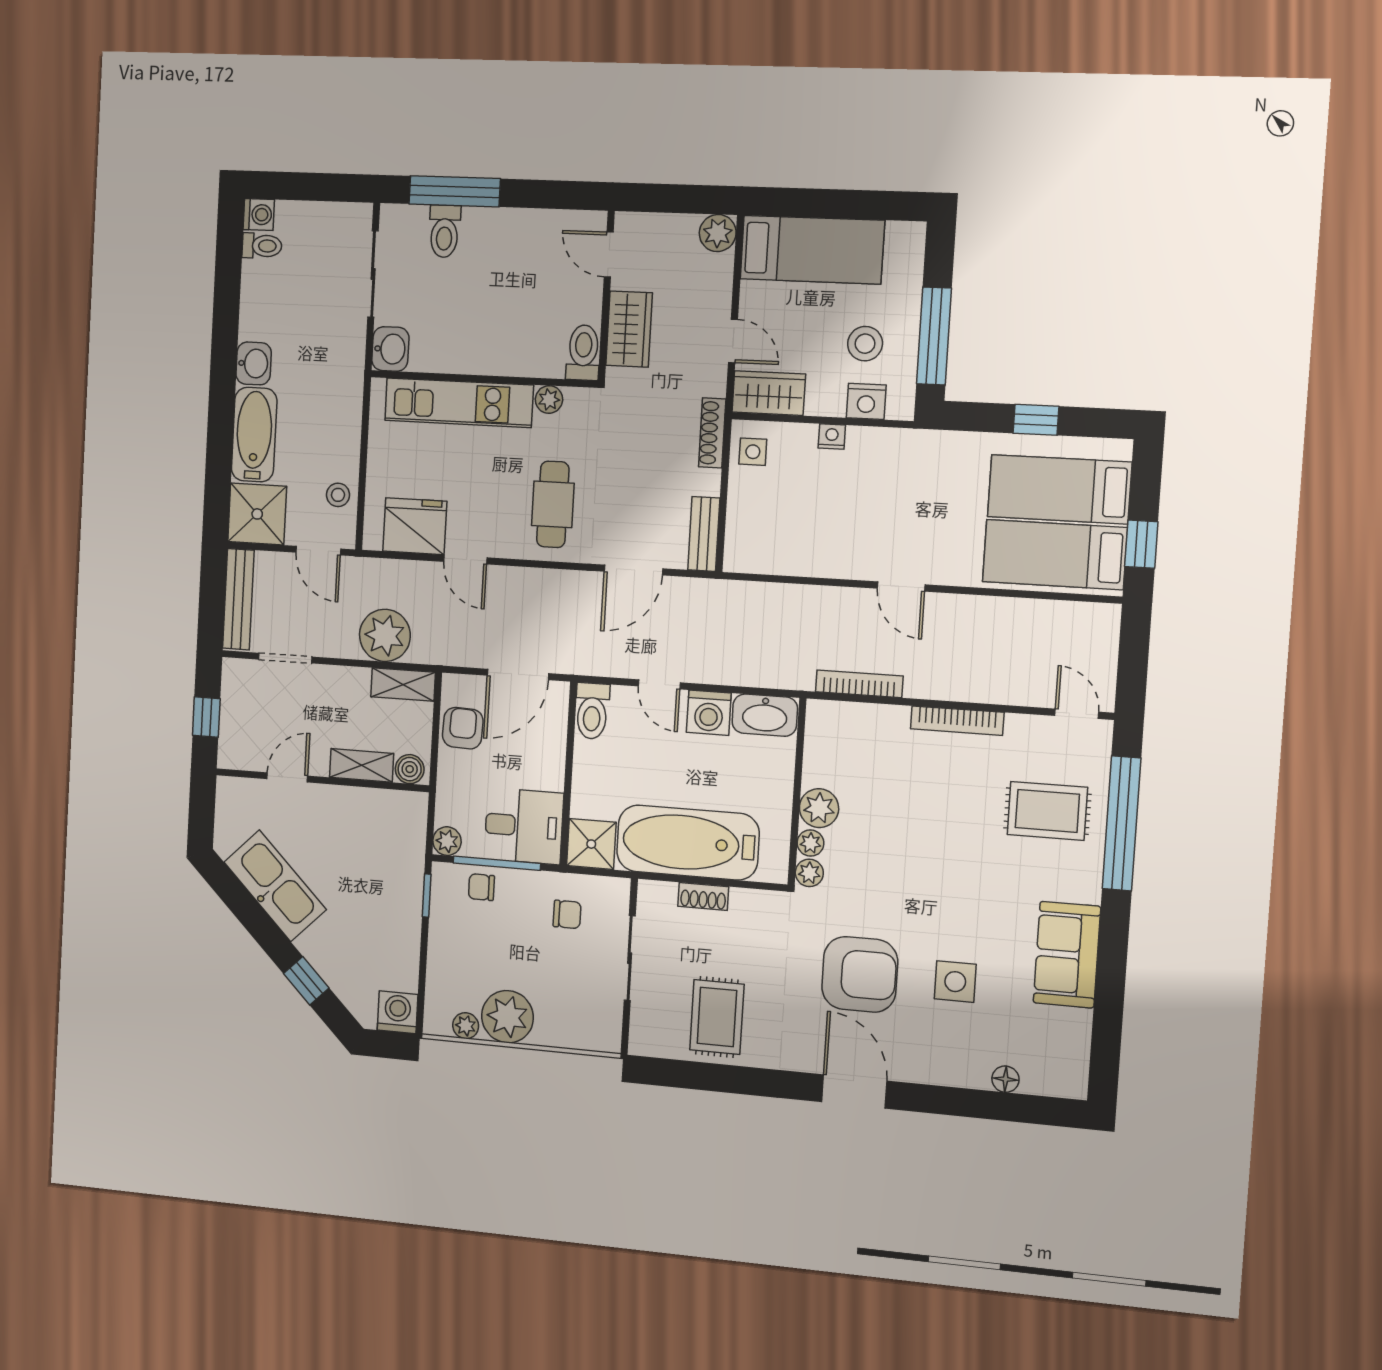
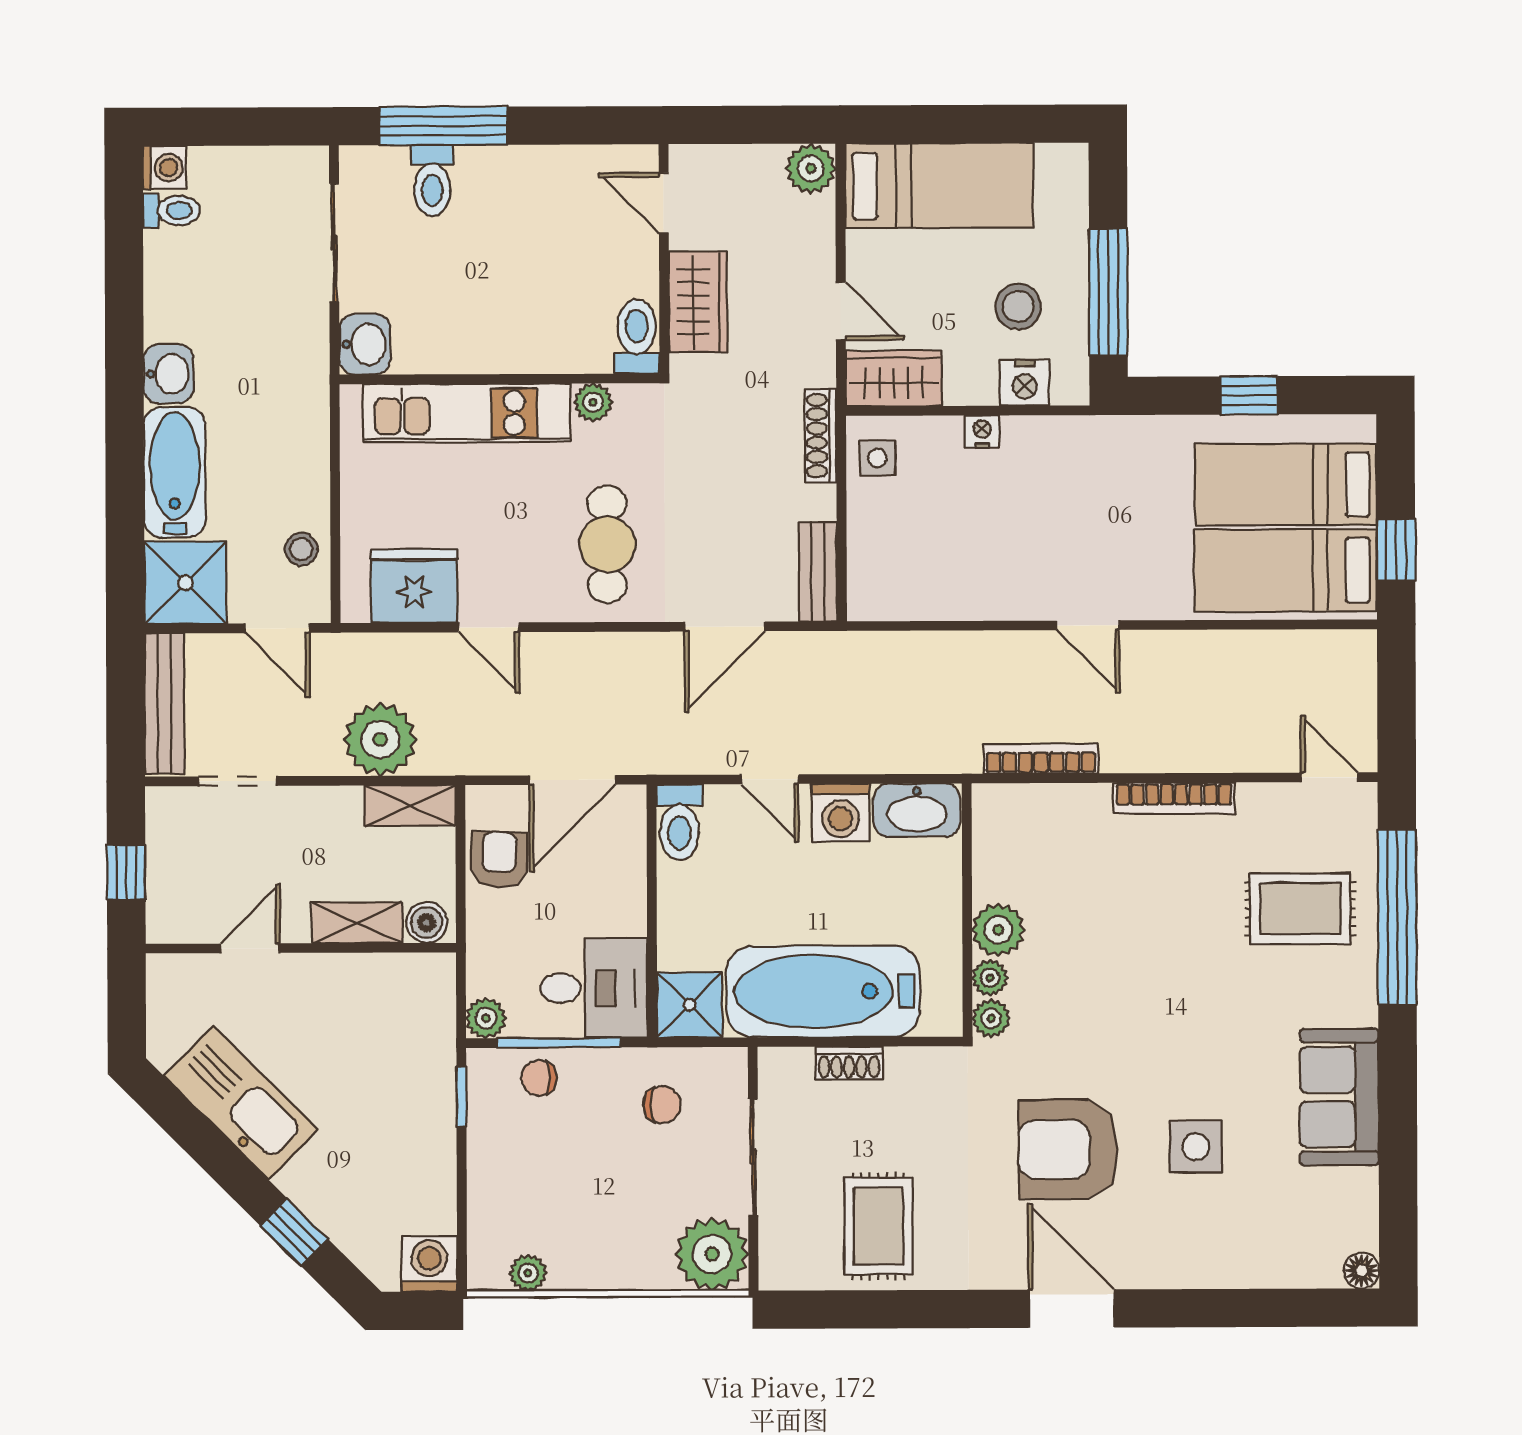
armchair: (860, 974) -> (1068, 1149), turned 180
plant: (507, 1017) -> (712, 1254), moved
floor lamp: (1005, 1079) -> (1362, 1271), moved

